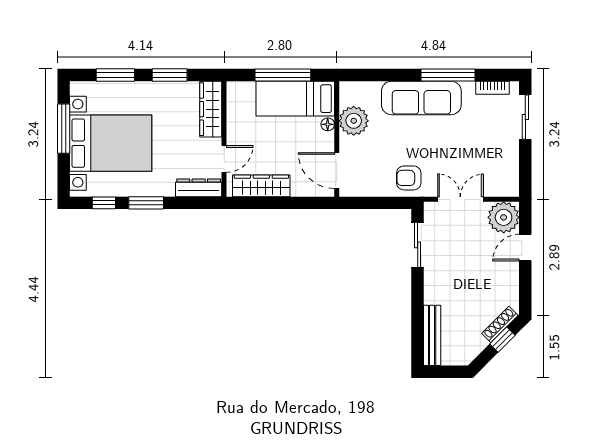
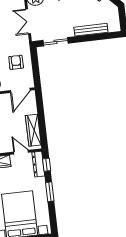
armchair: (409, 178) -> (16, 62), moved, turned 180
window: (104, 203) -> (47, 165), moved
bench: (432, 335) -> (91, 30), moved

